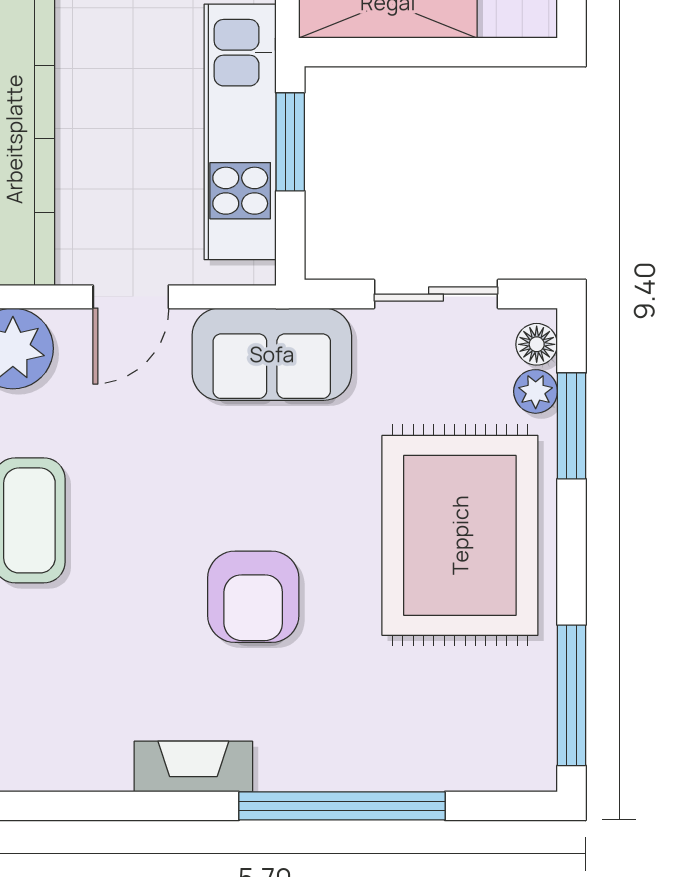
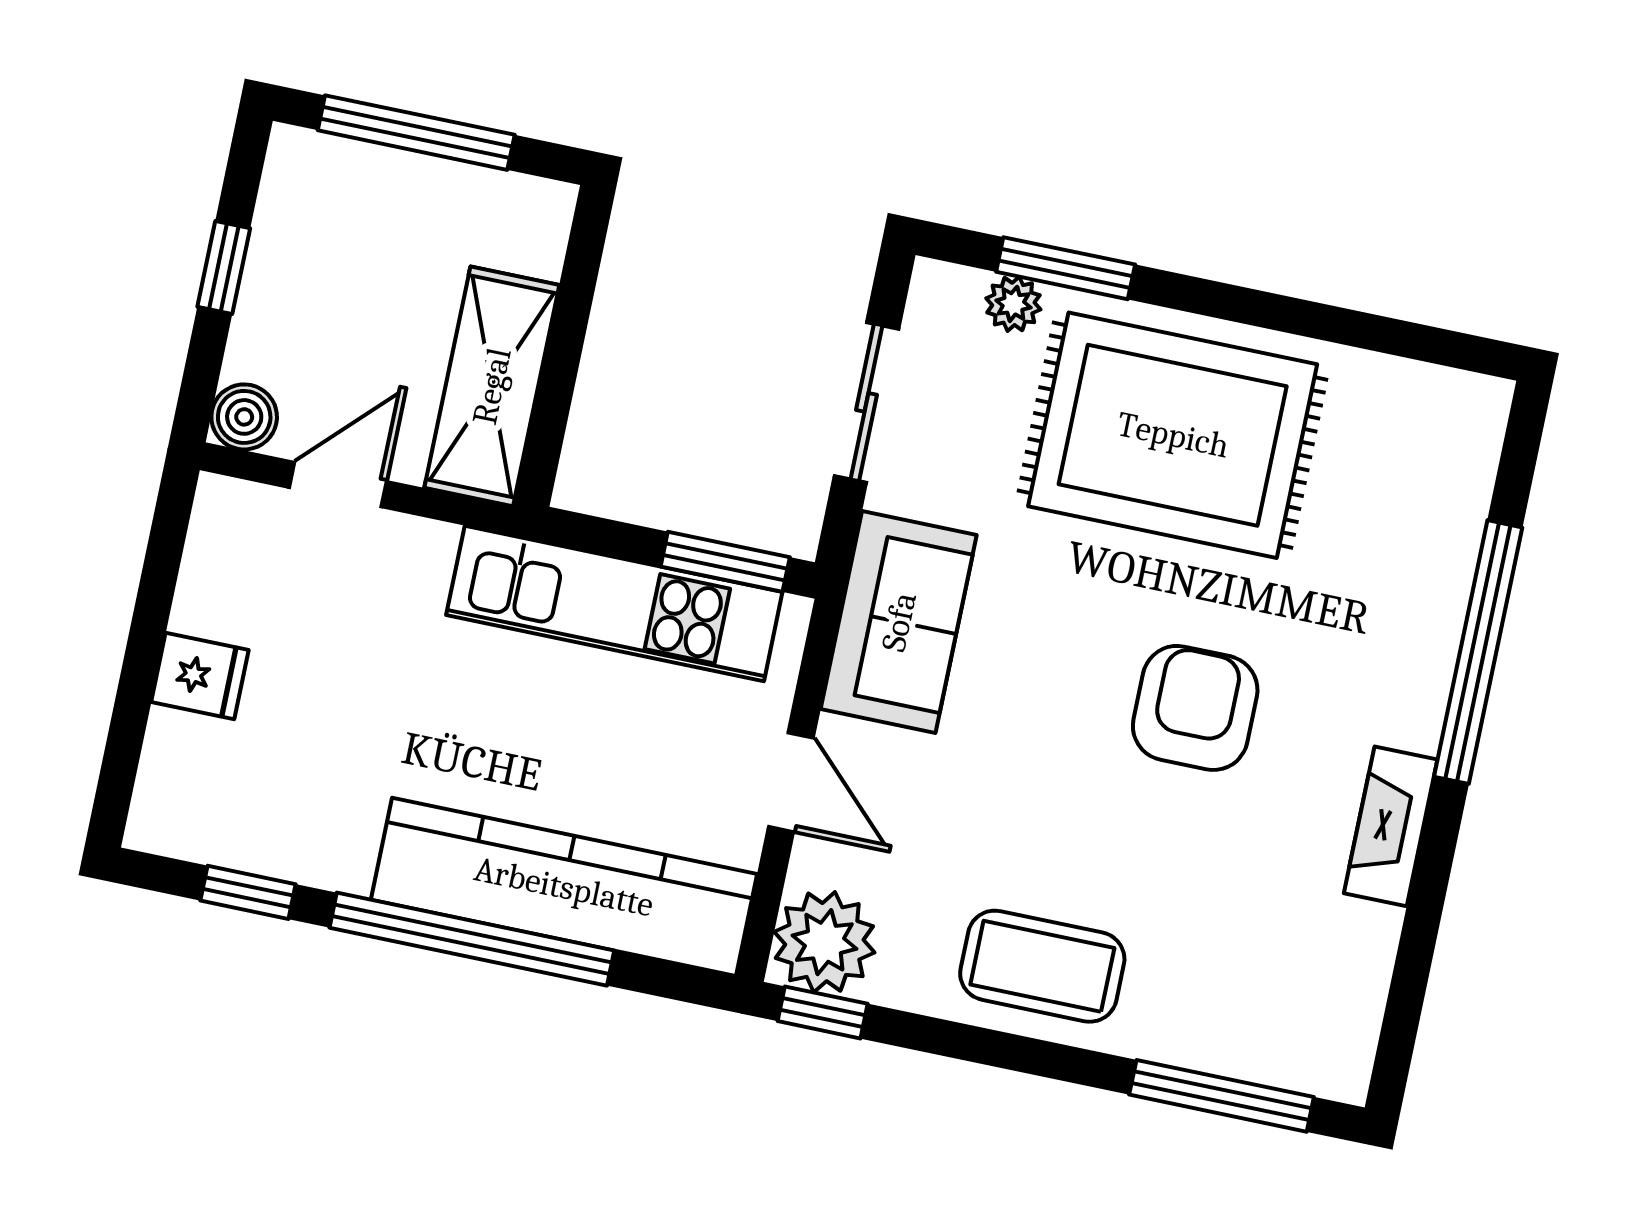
window: (290, 142) -> (725, 562), moved
floor lamp: (537, 344) -> (955, 290), removed
armchair: (253, 597) -> (1195, 708), turned -90
window: (571, 695) -> (1400, 338), removed

